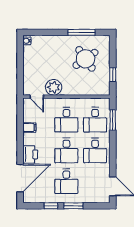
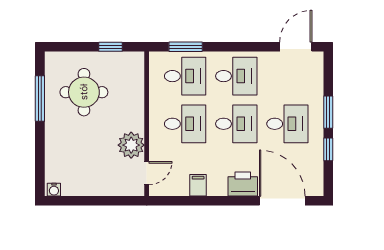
round table: (85, 59) -> (84, 92), turned 35

